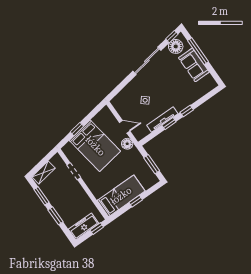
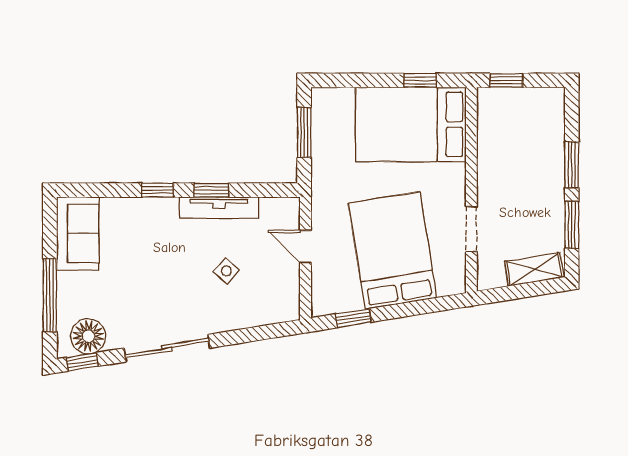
sofa: (194, 65) -> (78, 234), moved
window: (77, 129) -> (353, 318), moved
floor lamp: (127, 144) -> (324, 209), removed
bed: (121, 196) -> (411, 124), width x1.50
window: (136, 201) -> (420, 80), moved
freezer: (84, 226) -> (530, 103), removed

